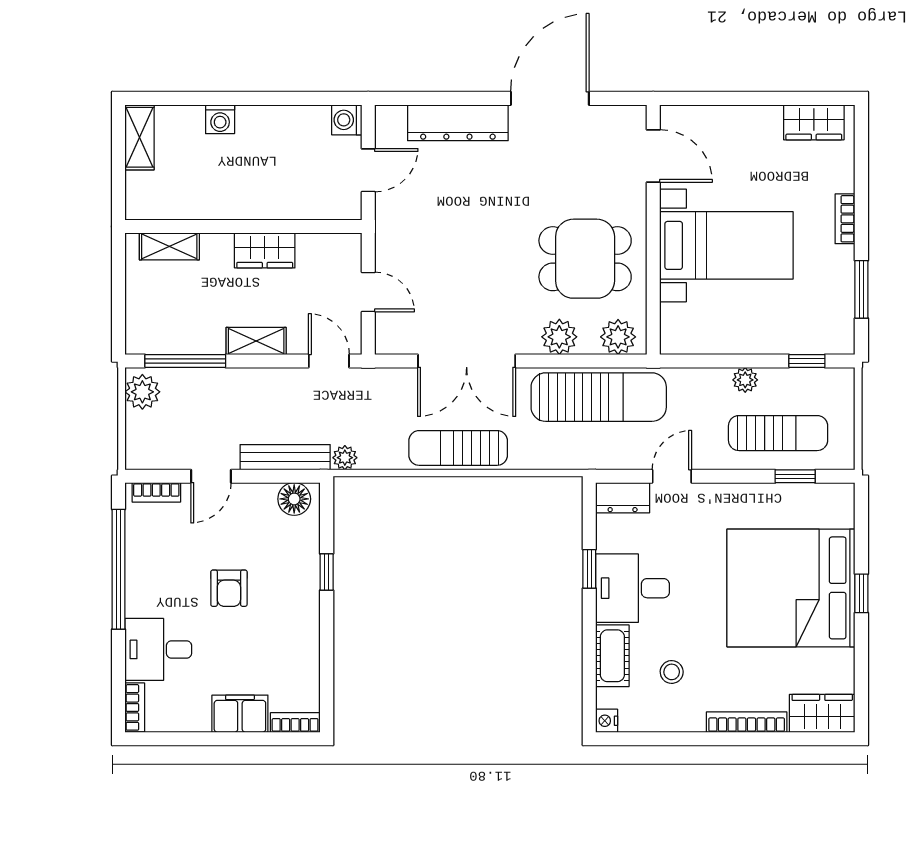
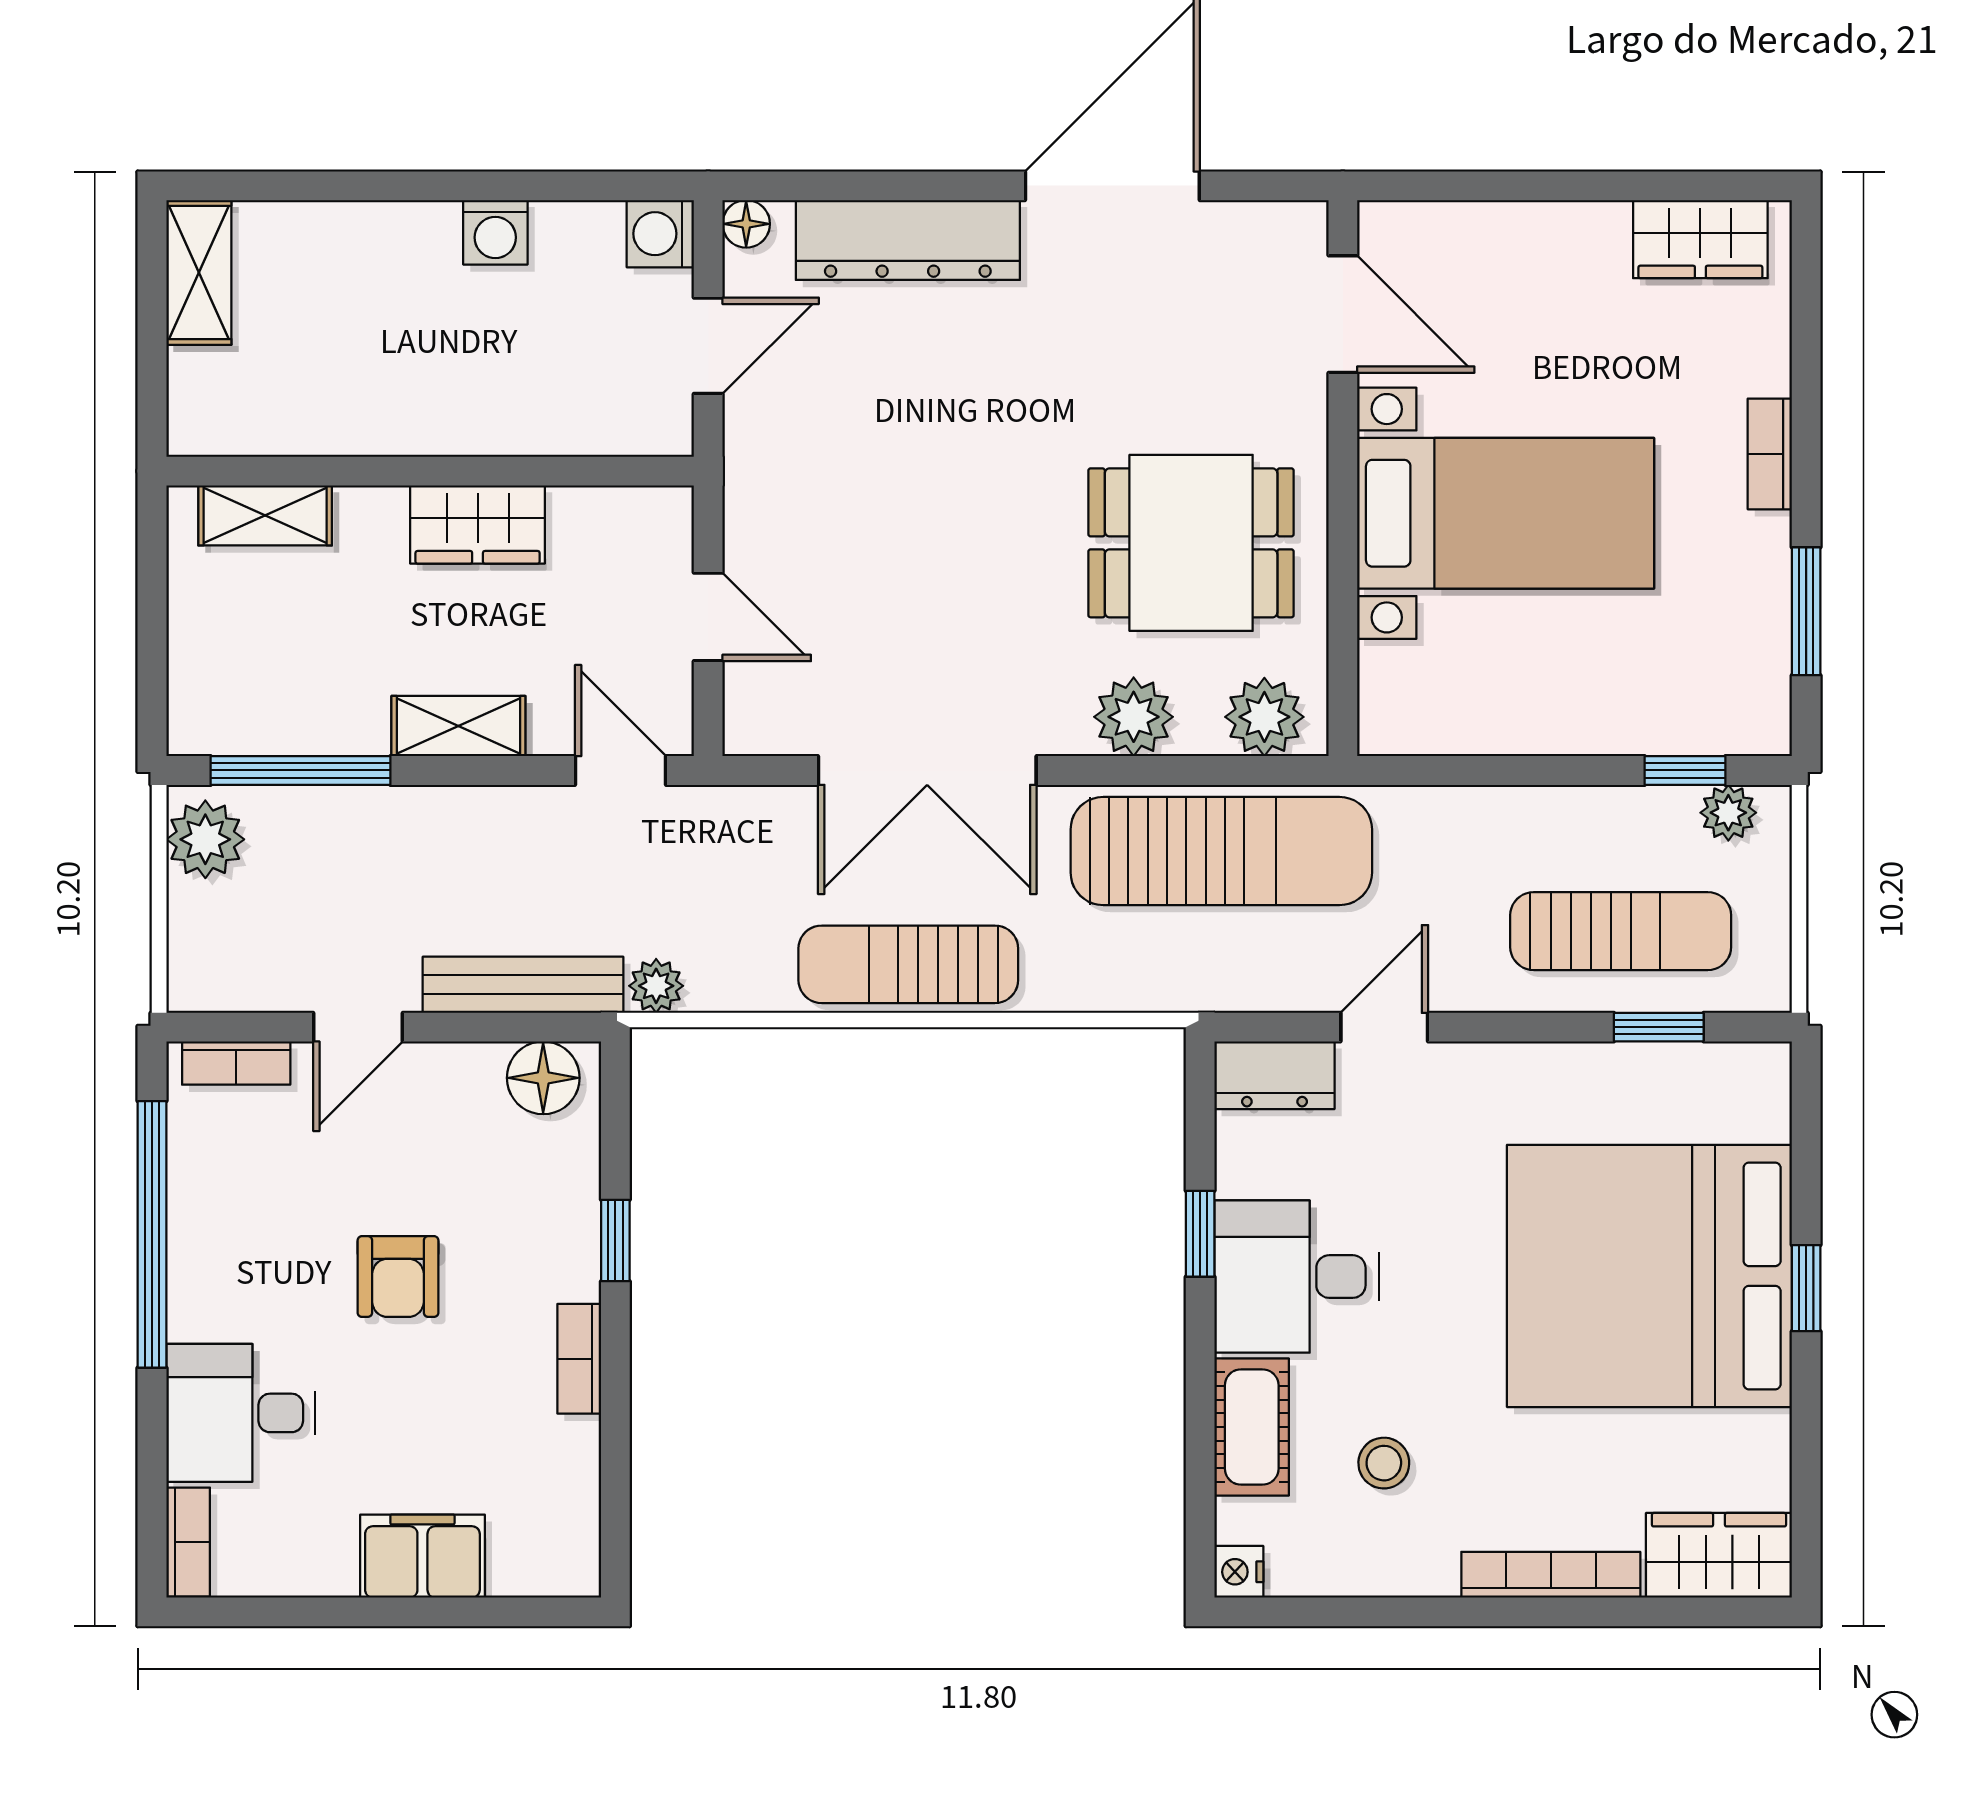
floor lamp: (385, 115) -> (746, 224), added
washing machine: (220, 119) -> (495, 232), moved
plant: (745, 380) -> (1728, 813), moved
bookcase: (295, 723) -> (579, 1359), moved, turned -90

